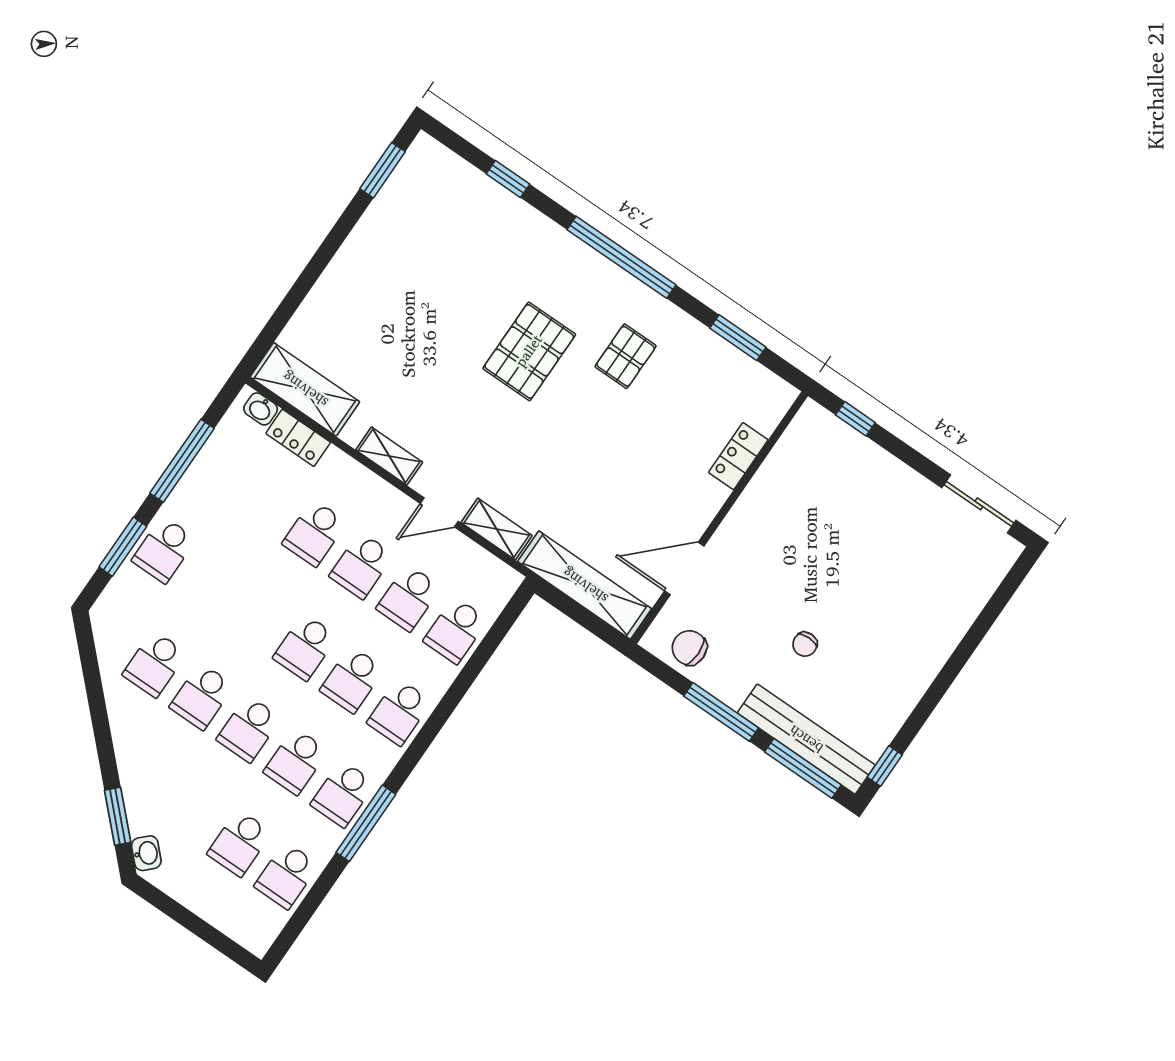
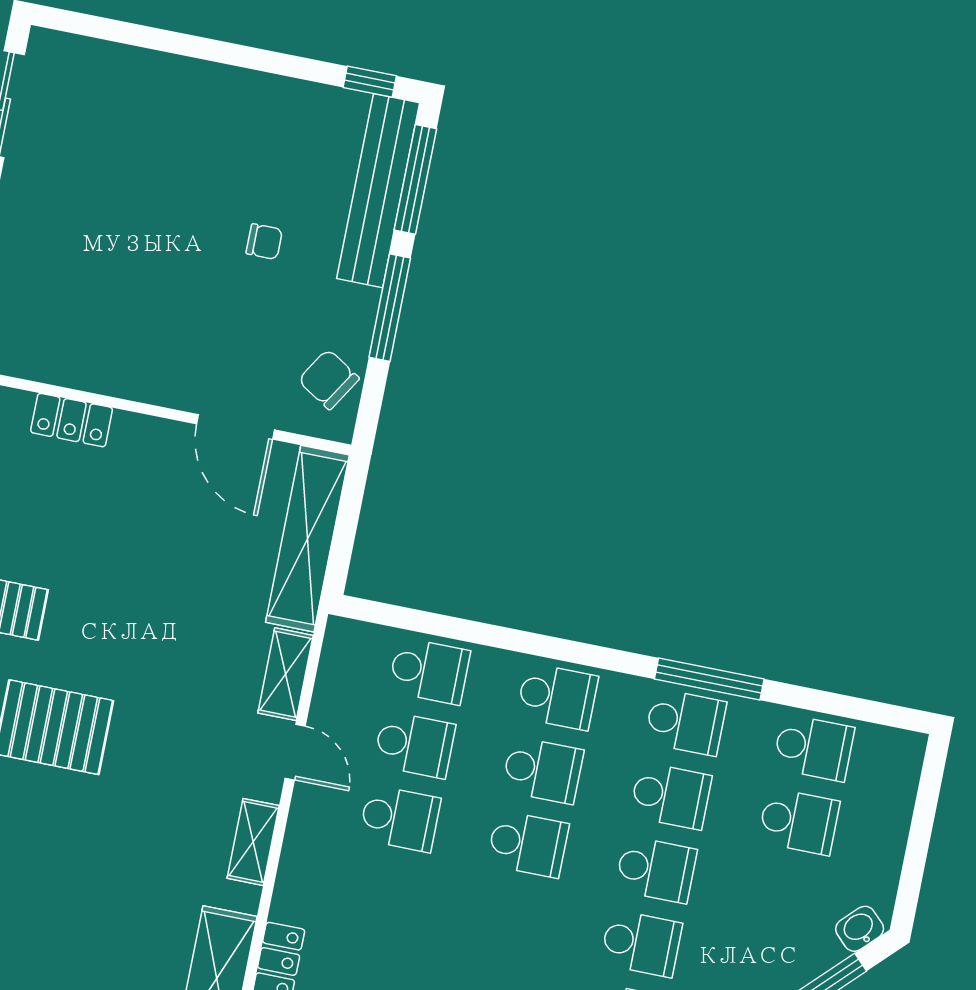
school desk: (314, 533) -> (385, 892), removed
chair: (689, 648) -> (329, 379), turned 122

